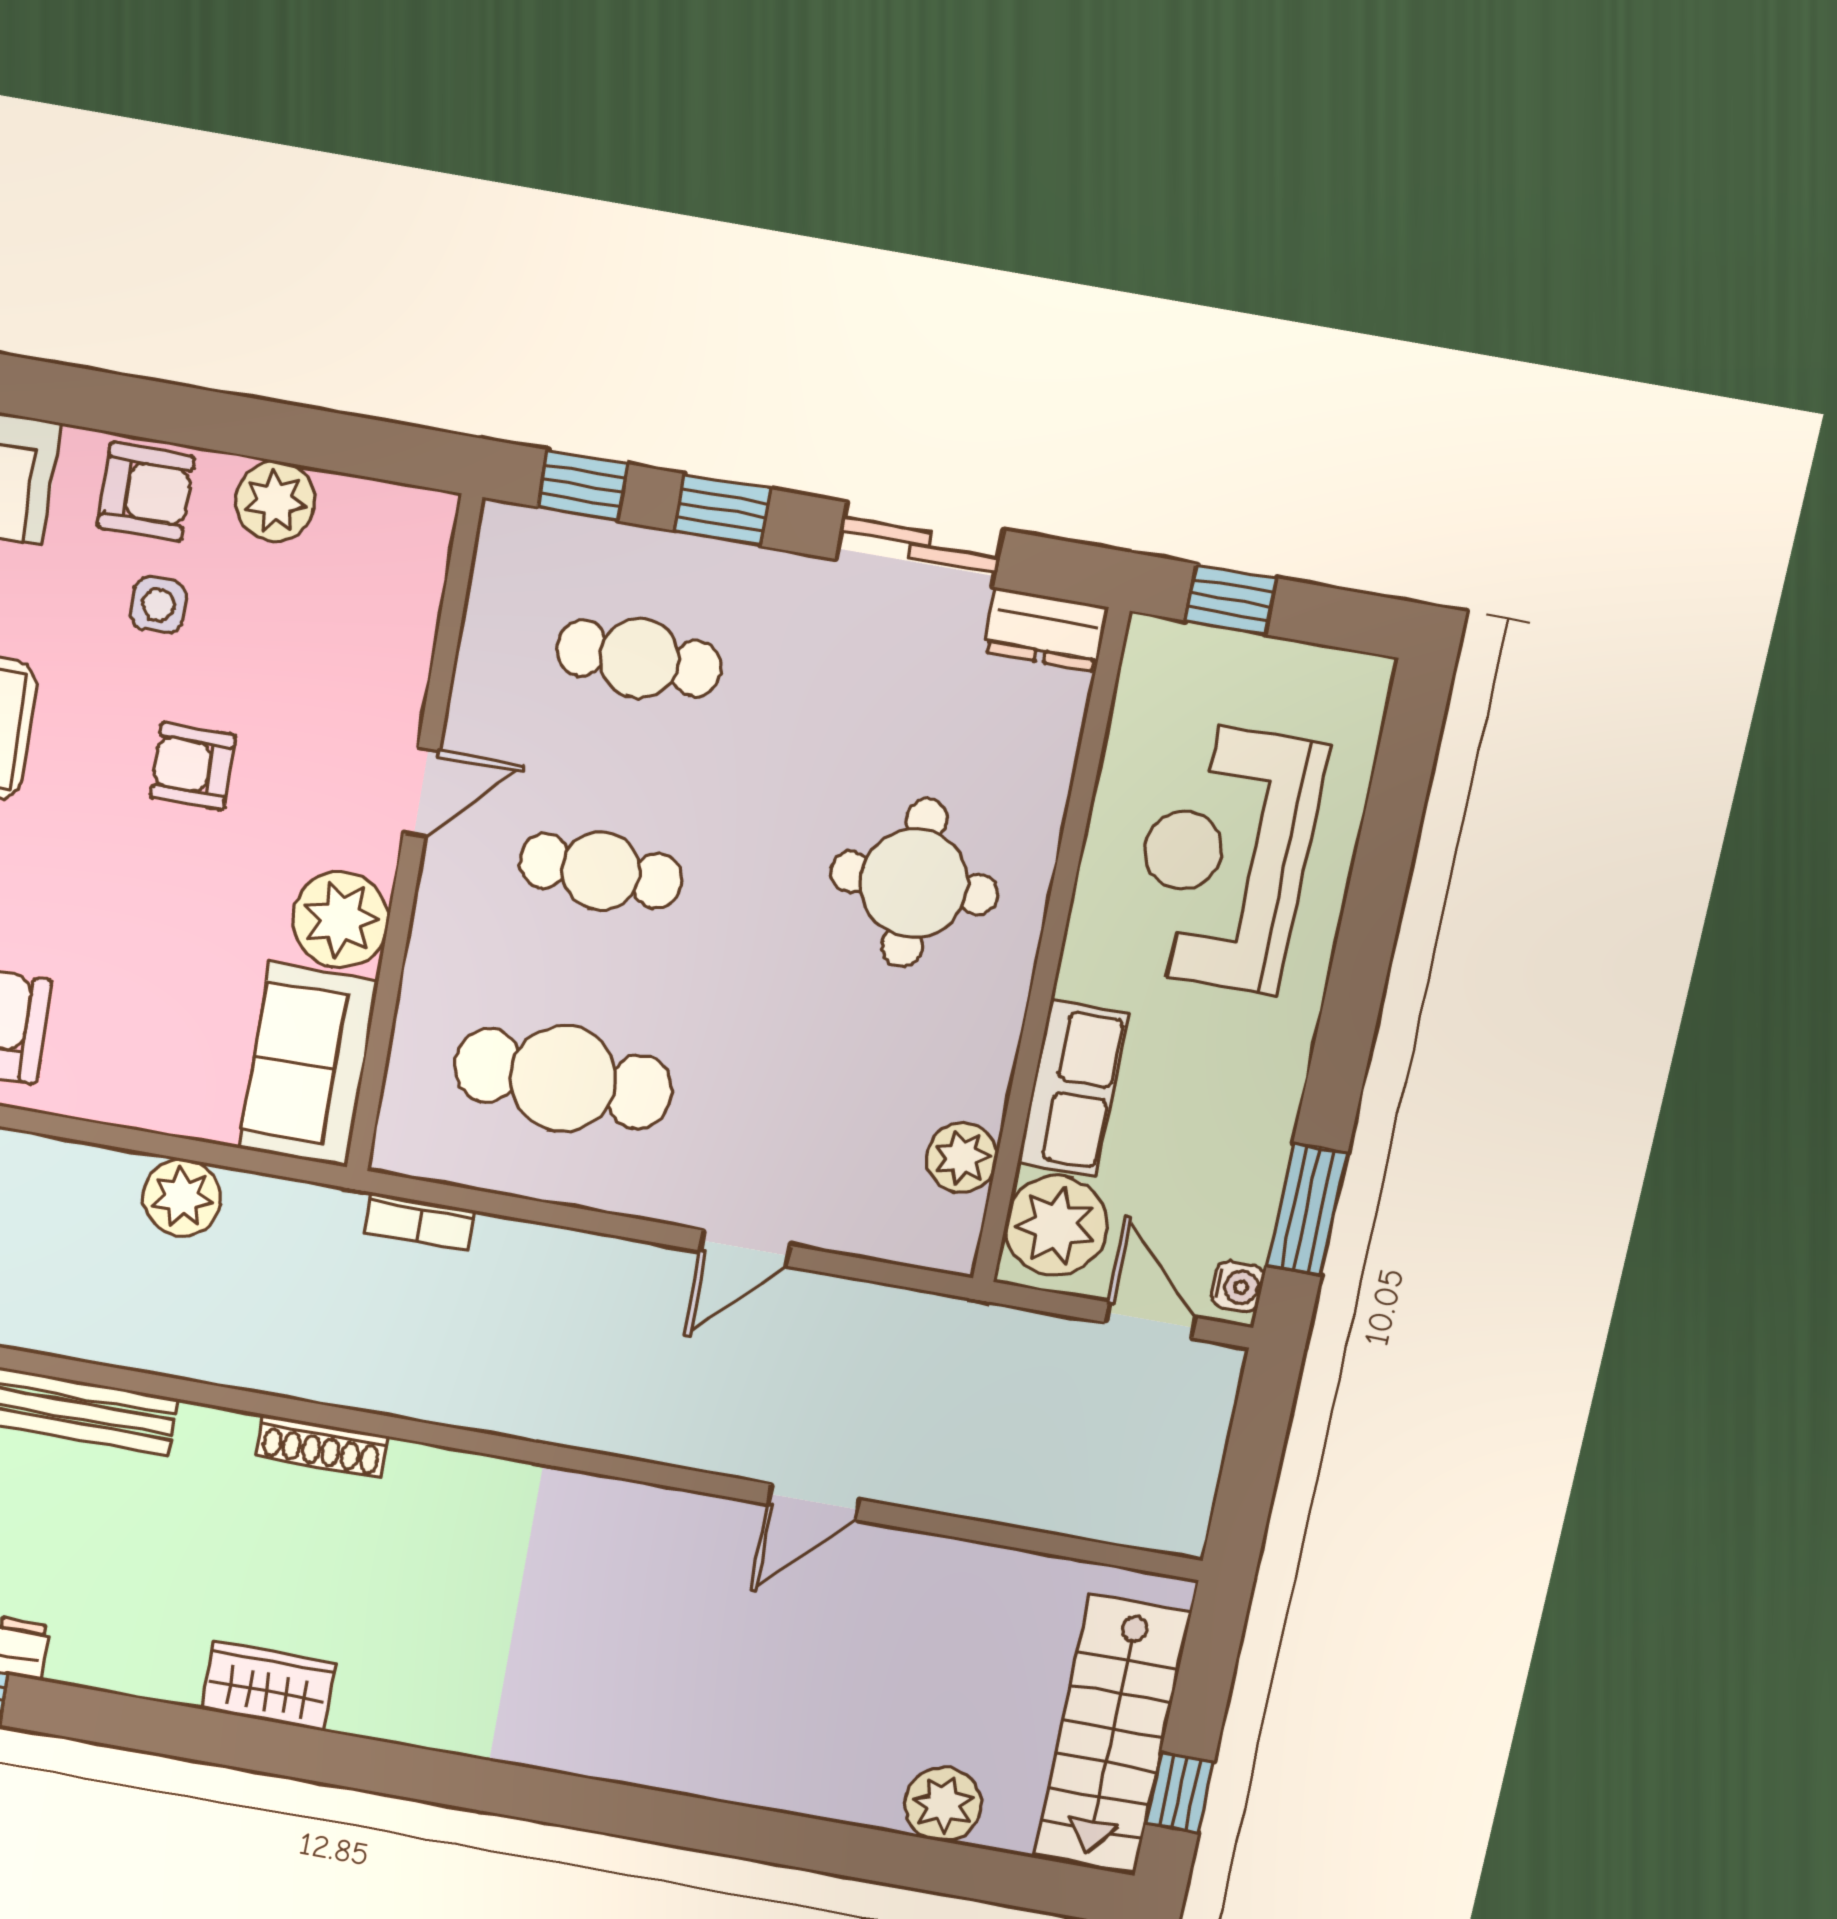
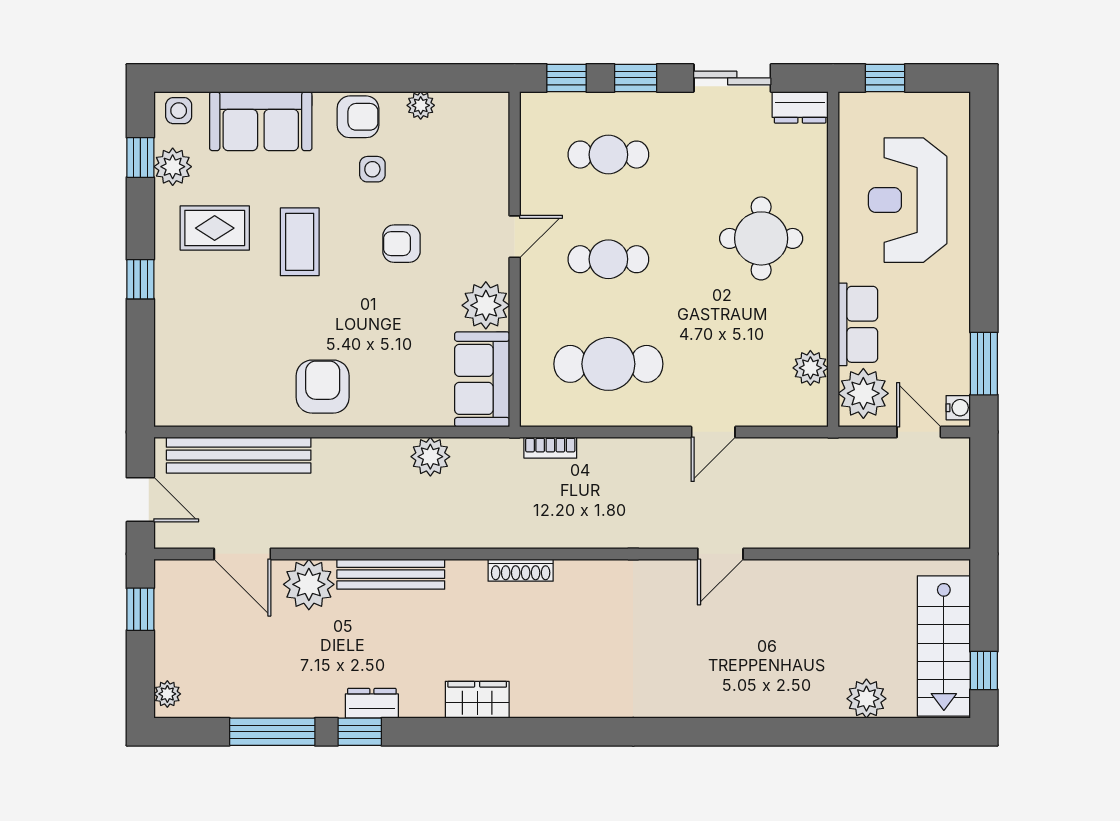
plant: (275, 501) -> (421, 105), width x0.73, depth x0.73
door: (814, 1502) -> (720, 554), moved
wardrobe: (268, 1686) -> (477, 700), moved

